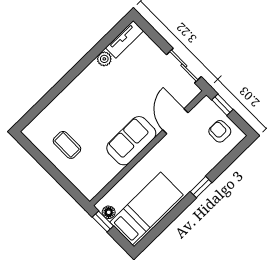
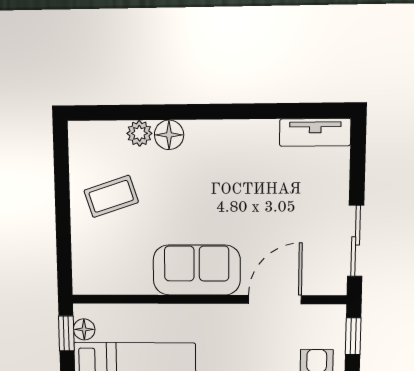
plant: (104, 59) -> (139, 133), moved
floor lamp: (67, 97) -> (169, 135), added
coffee table: (67, 145) -> (111, 196), turned 72

